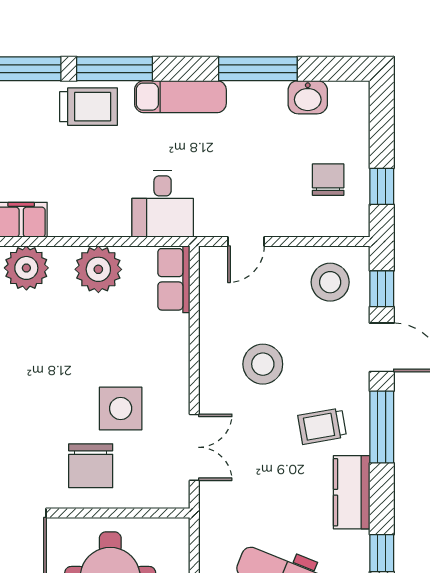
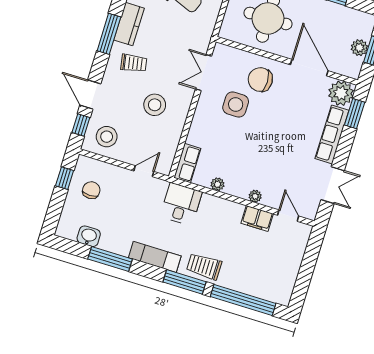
chair: (328, 180) -> (91, 190), turned 180
plant: (26, 268) -> (255, 196), width x0.53, depth x0.53
plant: (98, 269) -> (218, 184), width x0.53, depth x0.53
window: (382, 427) -> (109, 34), moved
chair: (91, 466) -> (260, 80), turned -91

